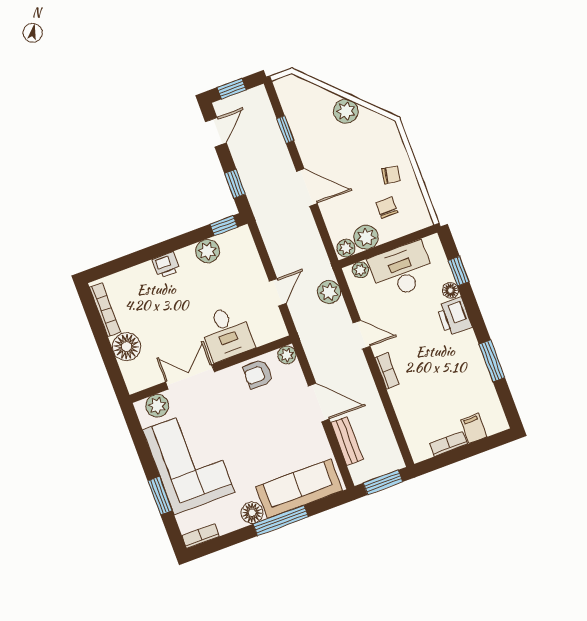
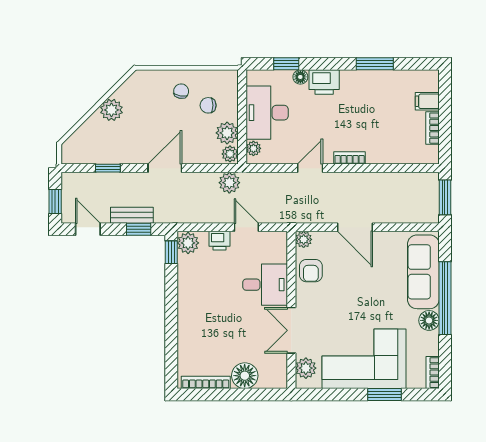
plant: (208, 251) -> (188, 243), moved
printer: (166, 265) -> (220, 241), moved, turned 90
plant: (329, 292) -> (229, 183), moved
door: (319, 403) -> (355, 227), swing flipped
bench: (347, 441) -> (132, 215), moved
window: (281, 520) -> (445, 298), width x1.46

